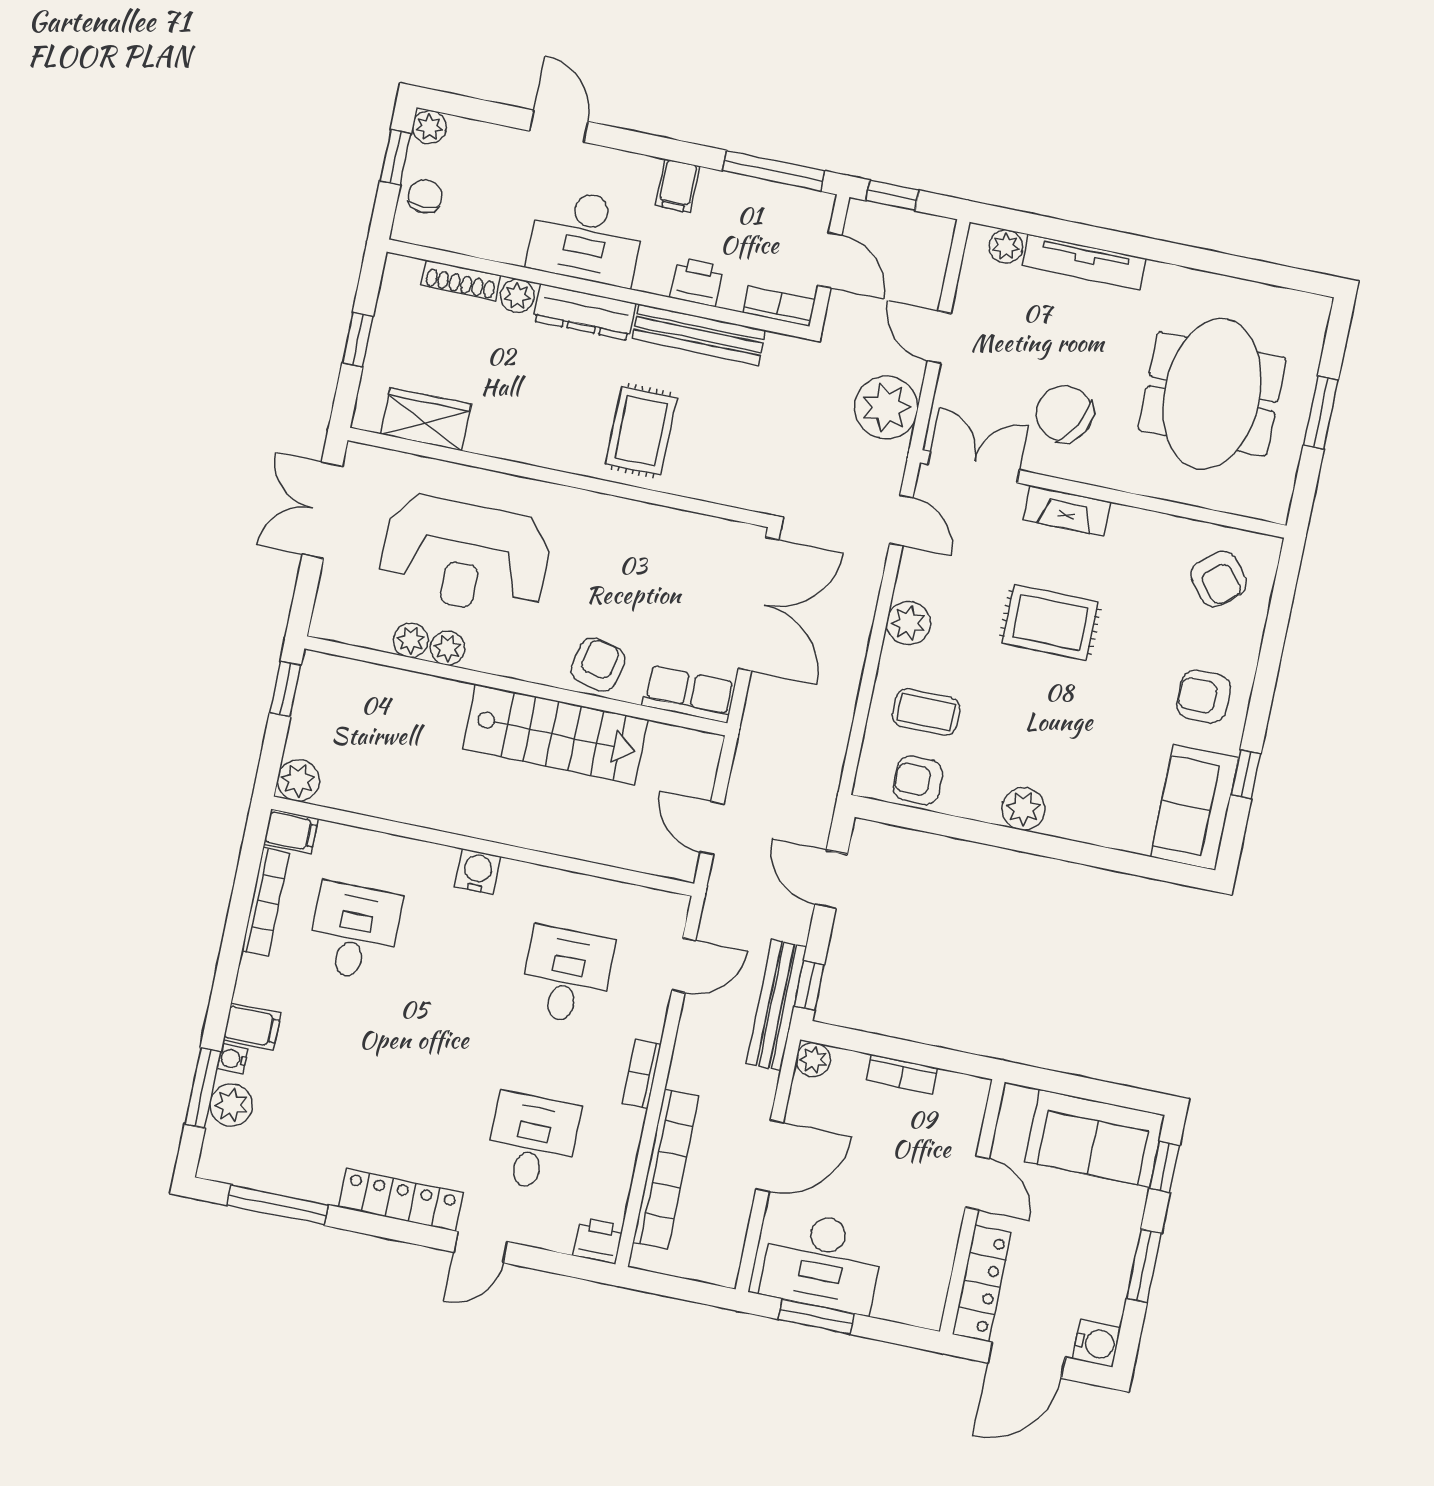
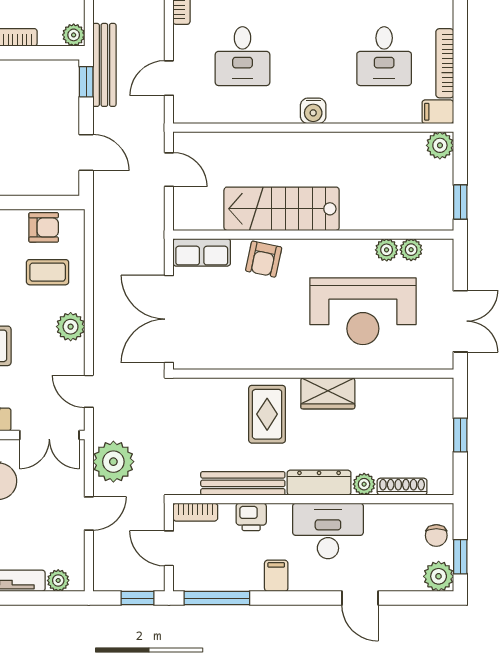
plant: (429, 127) -> (439, 576), width x1.38, depth x1.38
door: (939, 337) -> (89, 514), hinge flipped
wardrobe: (426, 419) -> (328, 393), moved
reception desk: (465, 556) -> (363, 311), turned 180
plant: (448, 648) -> (411, 250), moved

